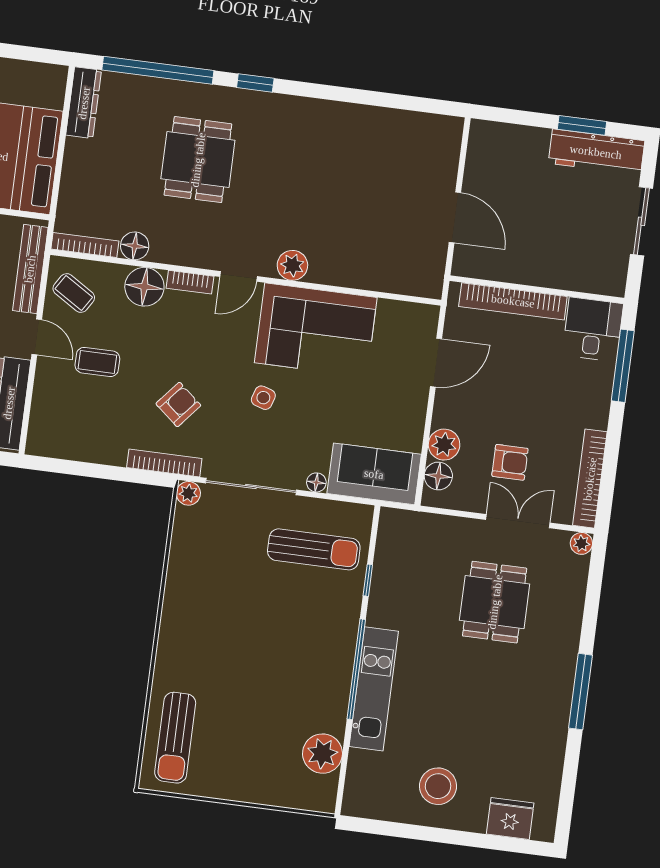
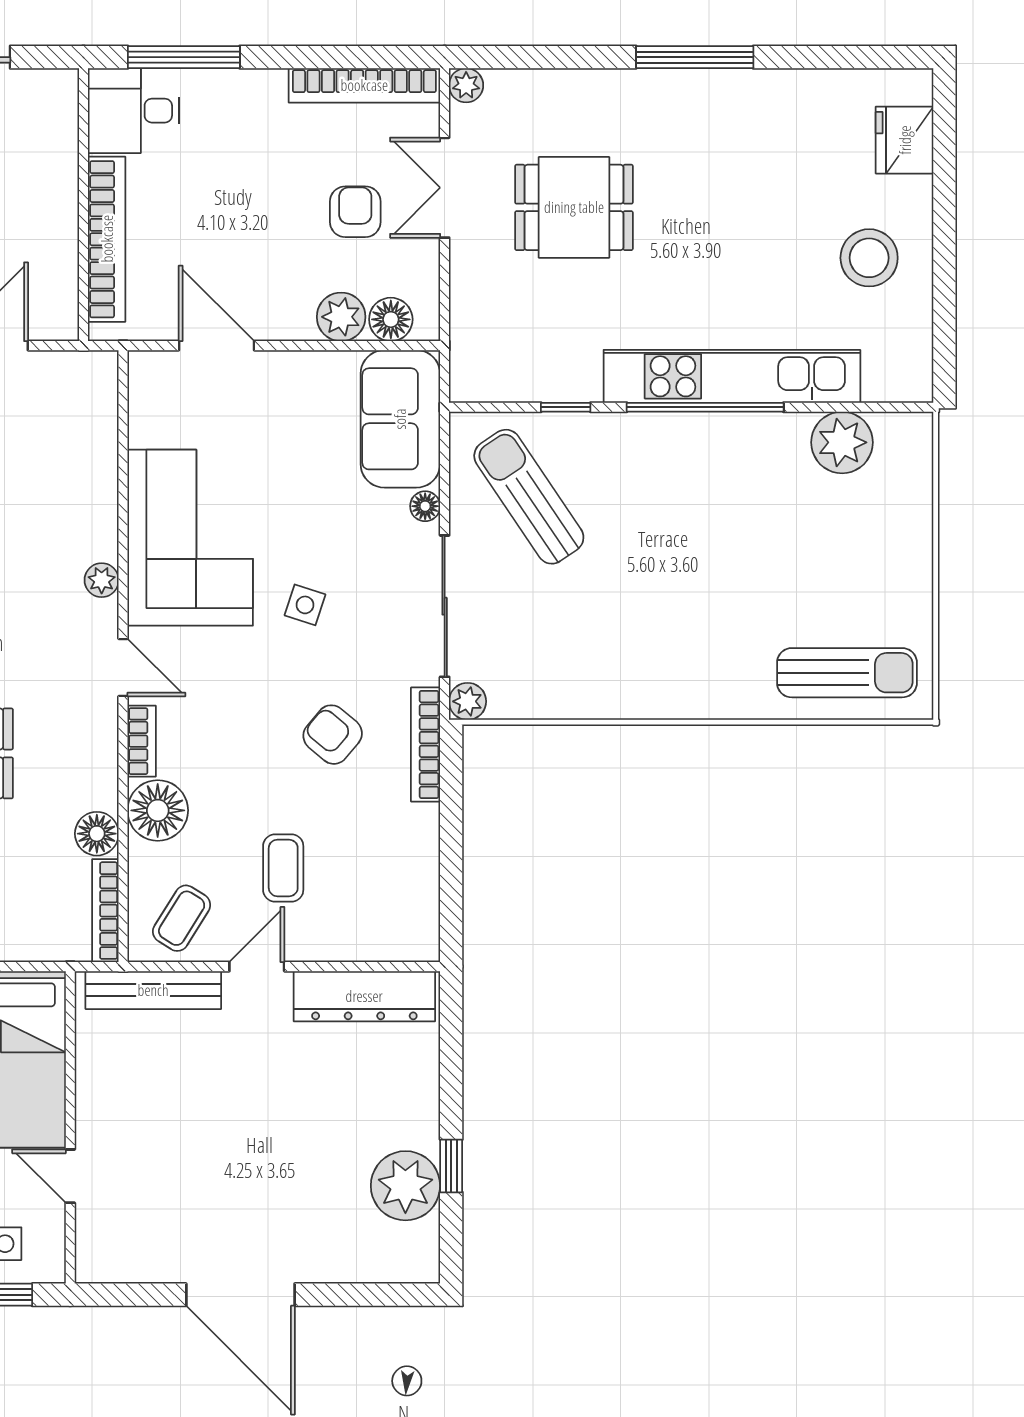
plant: (292, 265) -> (102, 580), width x0.73, depth x0.73
sun lounger: (314, 549) -> (529, 497), turned -34
kitchen unit: (374, 689) -> (732, 376), width x1.36

